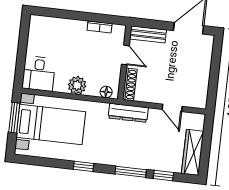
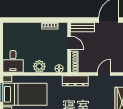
door: (172, 108) -> (104, 74), swing flipped

